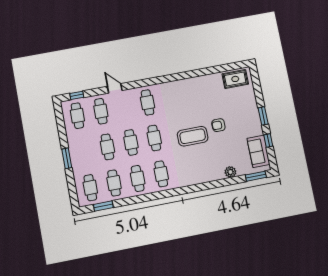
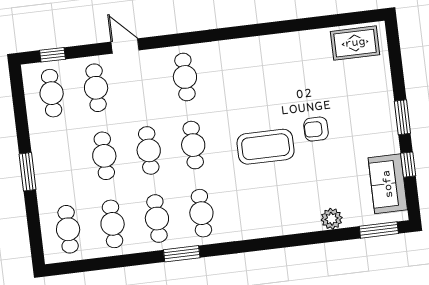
window: (103, 206) -> (182, 254), moved

